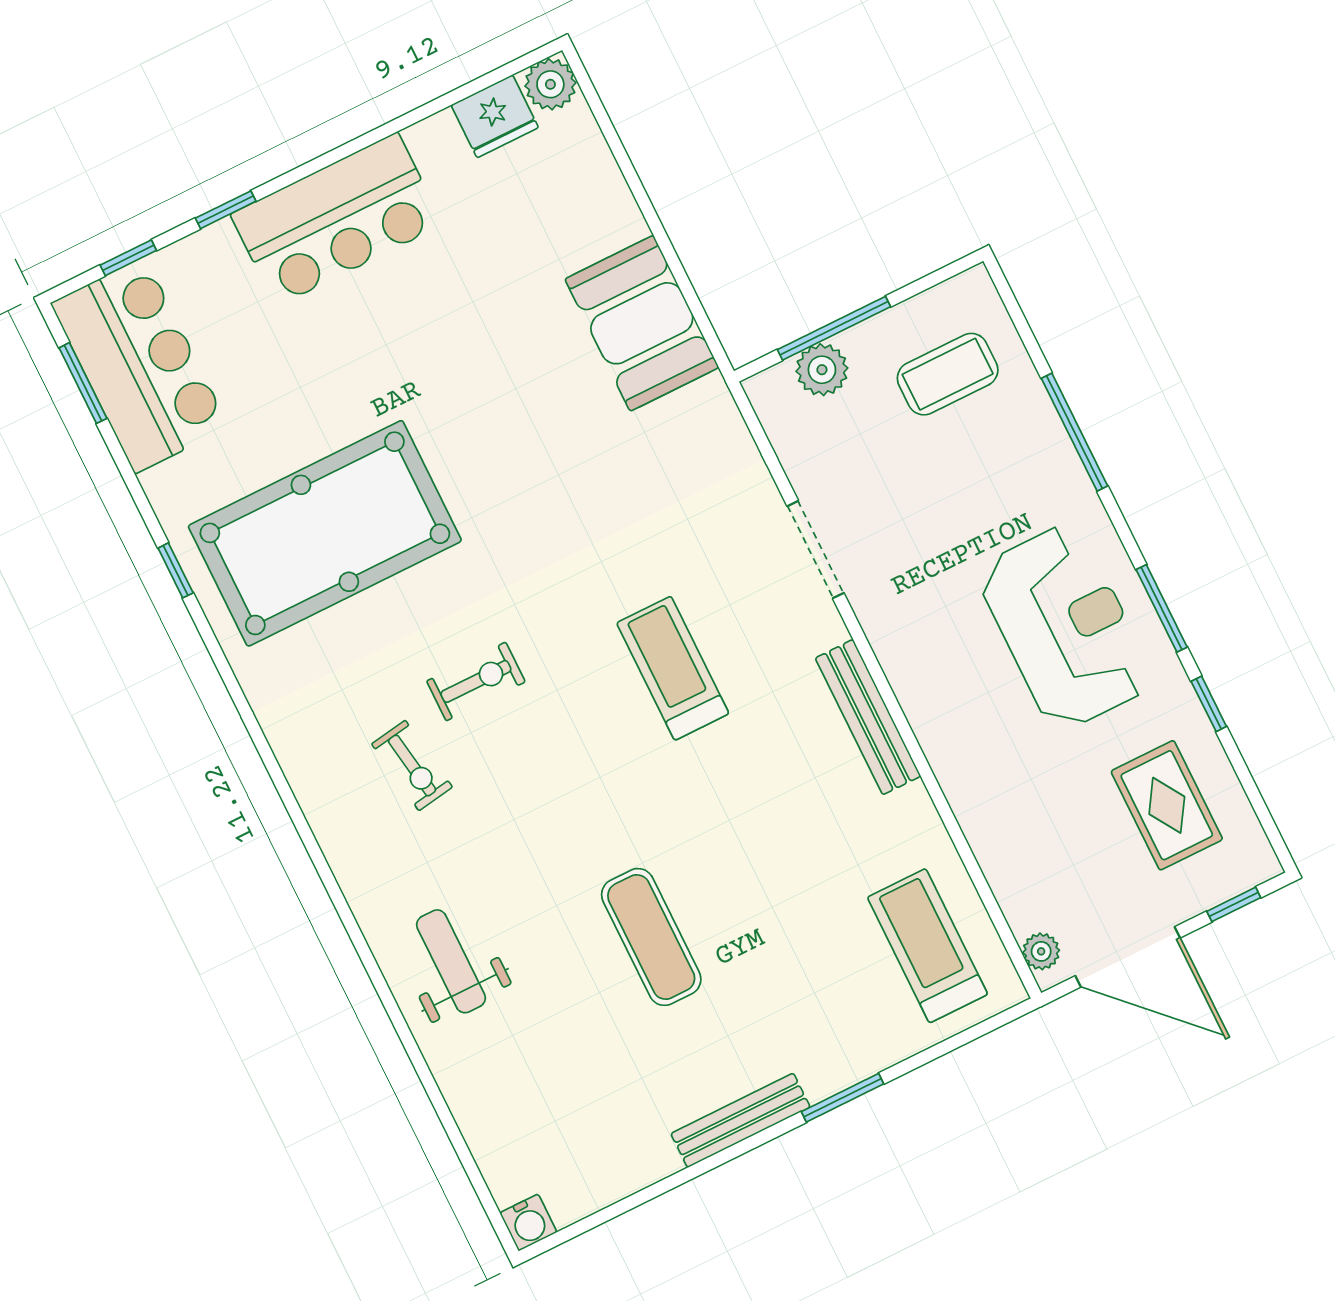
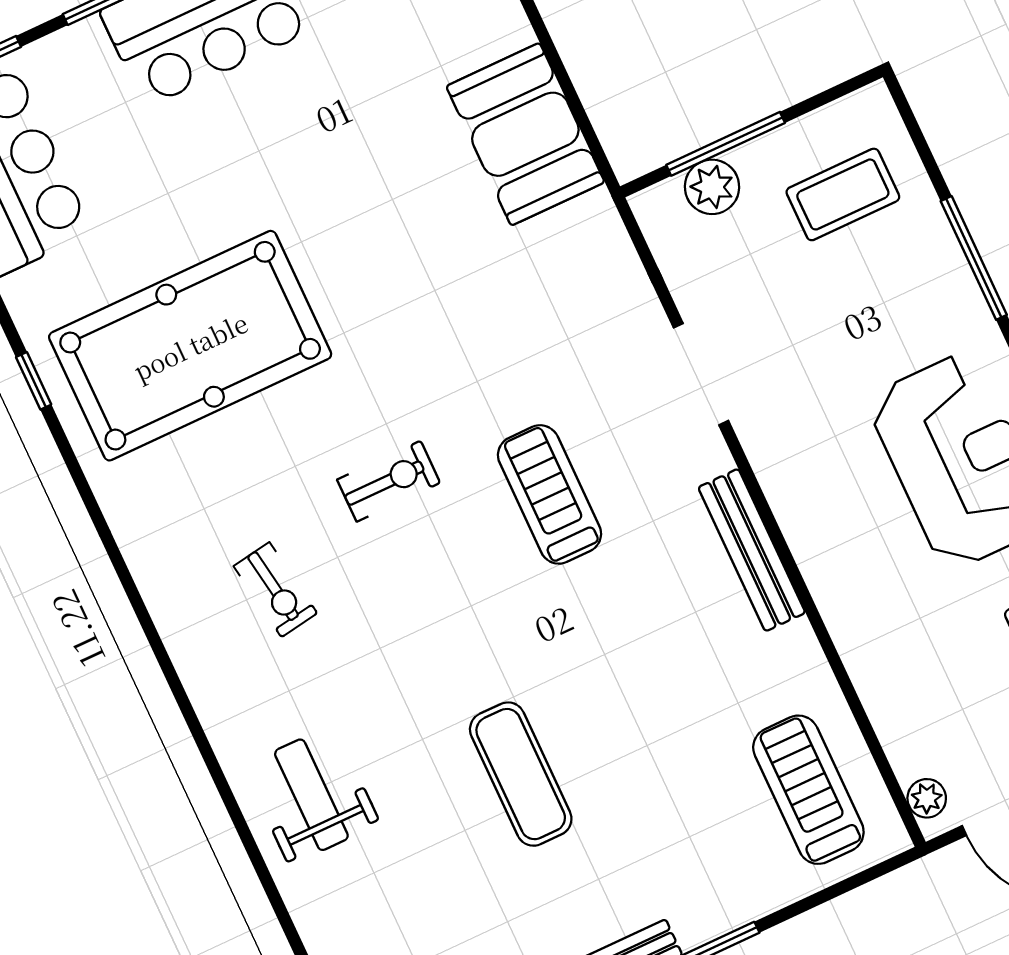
exercise bike: (476, 681) -> (389, 481), moved

